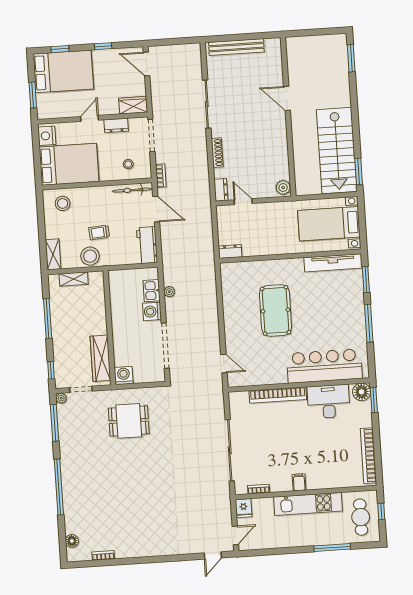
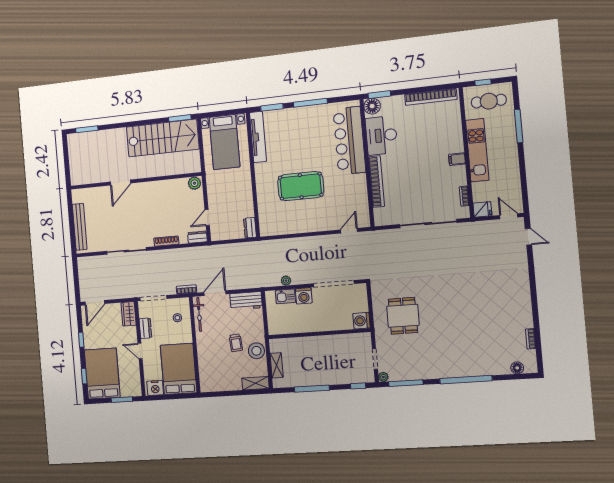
stool: (63, 203) -> (212, 375), removed
wardrobe: (100, 358) -> (346, 342), removed

